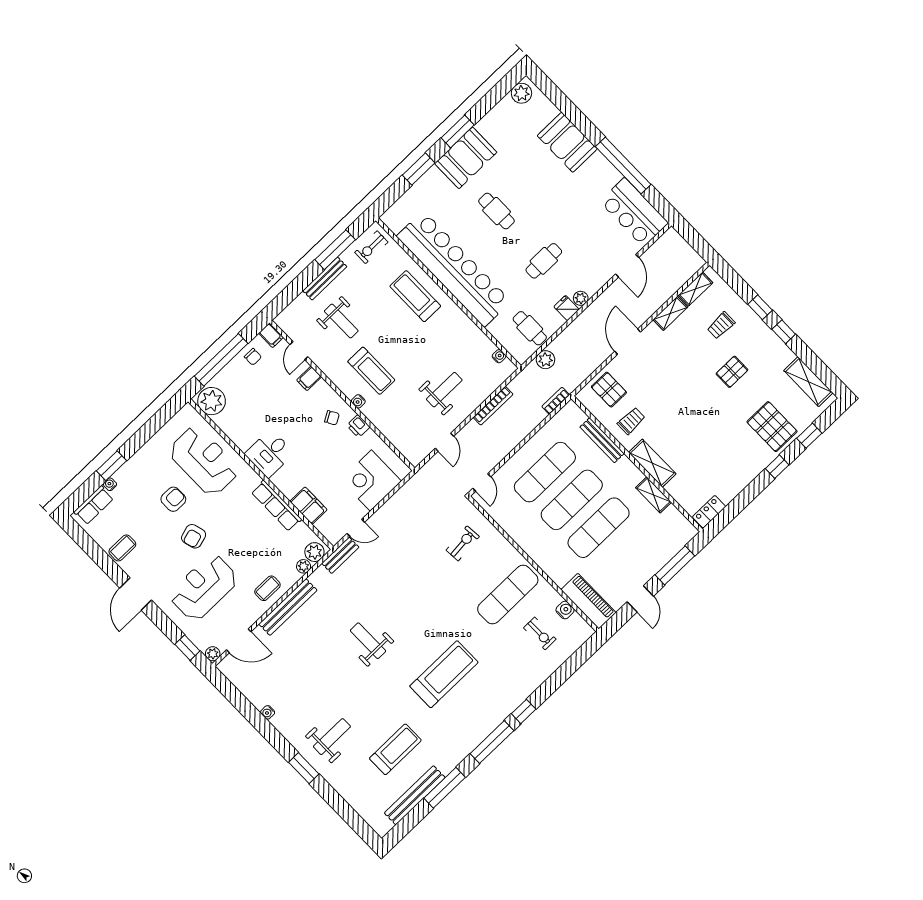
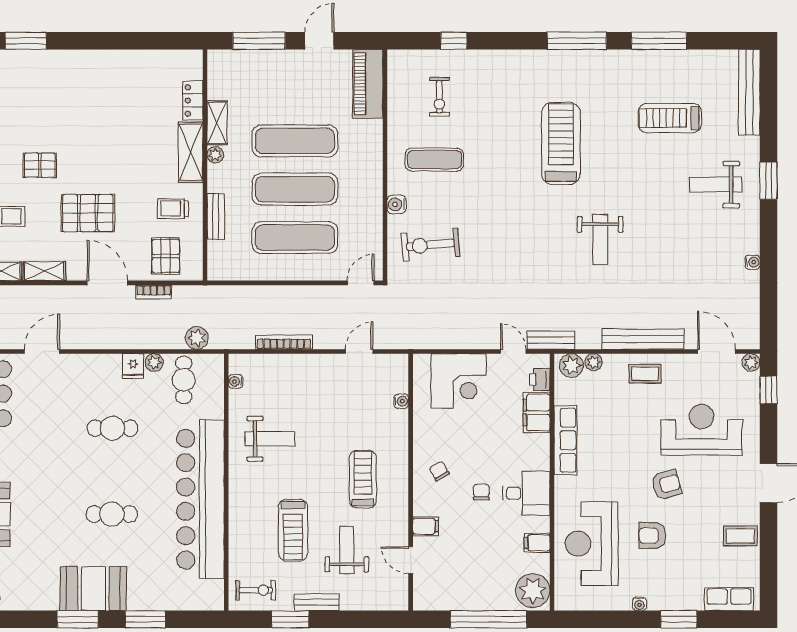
cafe table: (497, 211) -> (112, 514), turned 90
window: (335, 250) -> (290, 619), width x0.69
bench: (325, 279) -> (317, 602), width x0.73
treadmill: (415, 296) -> (293, 530), moved
plant: (581, 298) -> (154, 363), moved
filing cabinet: (271, 335) -> (537, 543), moved, turned -90
door: (628, 342) -> (107, 283), swing flipped
door: (299, 351) -> (411, 560), swing flipped
chair: (253, 357) -> (481, 492), moved
weight bench: (444, 390) -> (270, 439), moved, turned 180
water cooler: (358, 401) -> (401, 401), moved
bookcase: (556, 401) -> (154, 292), moved
printer: (358, 426) -> (540, 380), moved, turned 180
pallet: (772, 427) -> (88, 213), moved, turned 90
window: (809, 436) -> (26, 41), width x1.50
bench: (602, 440) -> (216, 216), width x0.73
window: (777, 467) -> (81, 41), removed
plant: (637, 475) -> (215, 155), added
water cooler: (110, 484) -> (639, 604), moved
locker: (709, 512) -> (193, 100), moved, turned 90
exercise bike: (463, 543) -> (431, 245), width x1.38, depth x1.39
reception desk: (204, 587) -> (702, 430), turned 180
exercise mat: (508, 595) -> (434, 160), width x0.73, depth x0.69
water cooler: (565, 610) -> (397, 204), moved
exercise bike: (540, 633) -> (439, 97), turned 180
treadmill: (444, 674) -> (561, 143), turned 90
window: (524, 711) -> (454, 41), moved
bench: (415, 795) -> (749, 92), moved, turned 90

